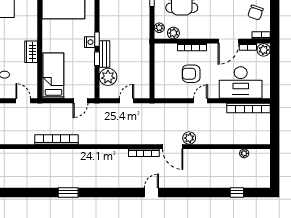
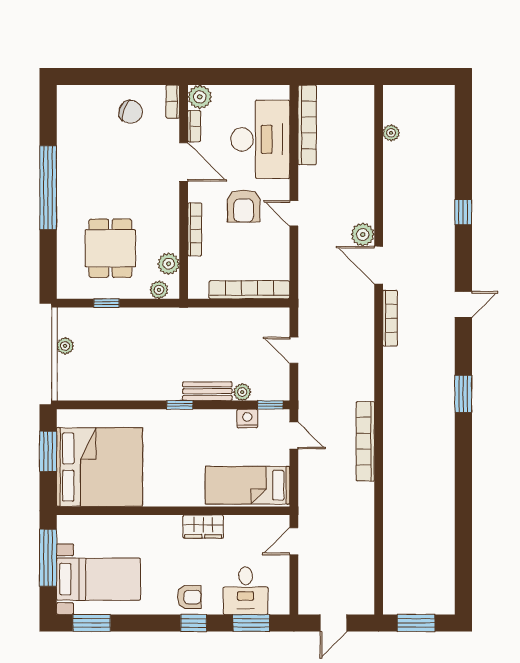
nightstand: (90, 42) -> (247, 418), moved
window: (97, 59) -> (270, 405), moved
armchair: (191, 74) -> (244, 206), moved
plant: (108, 77) -> (242, 392), width x0.53, depth x0.53
bookcase: (159, 77) -> (249, 290), added
bookcase: (56, 139) -> (365, 441), moved
door: (173, 147) -> (379, 265), swing flipped
window: (68, 192) -> (463, 394), moved
door: (151, 192) -> (463, 304), swing flipped
window: (237, 192) -> (463, 212), moved

